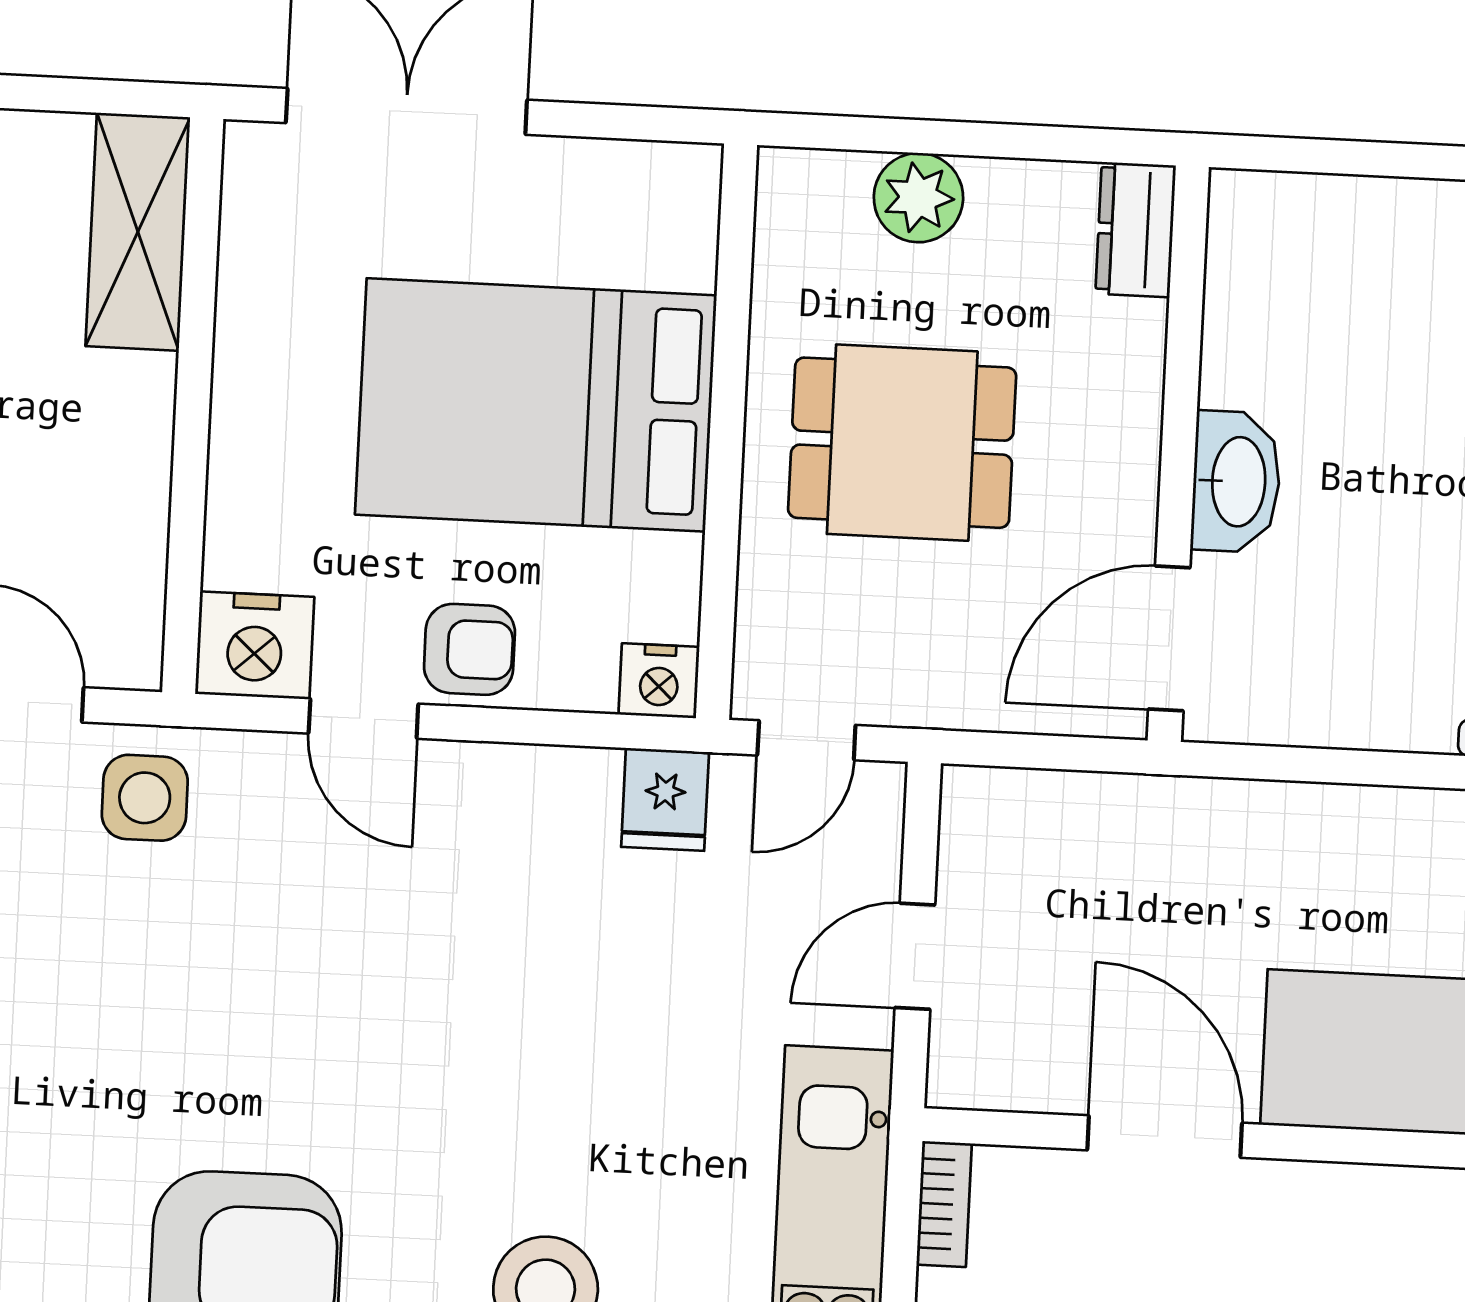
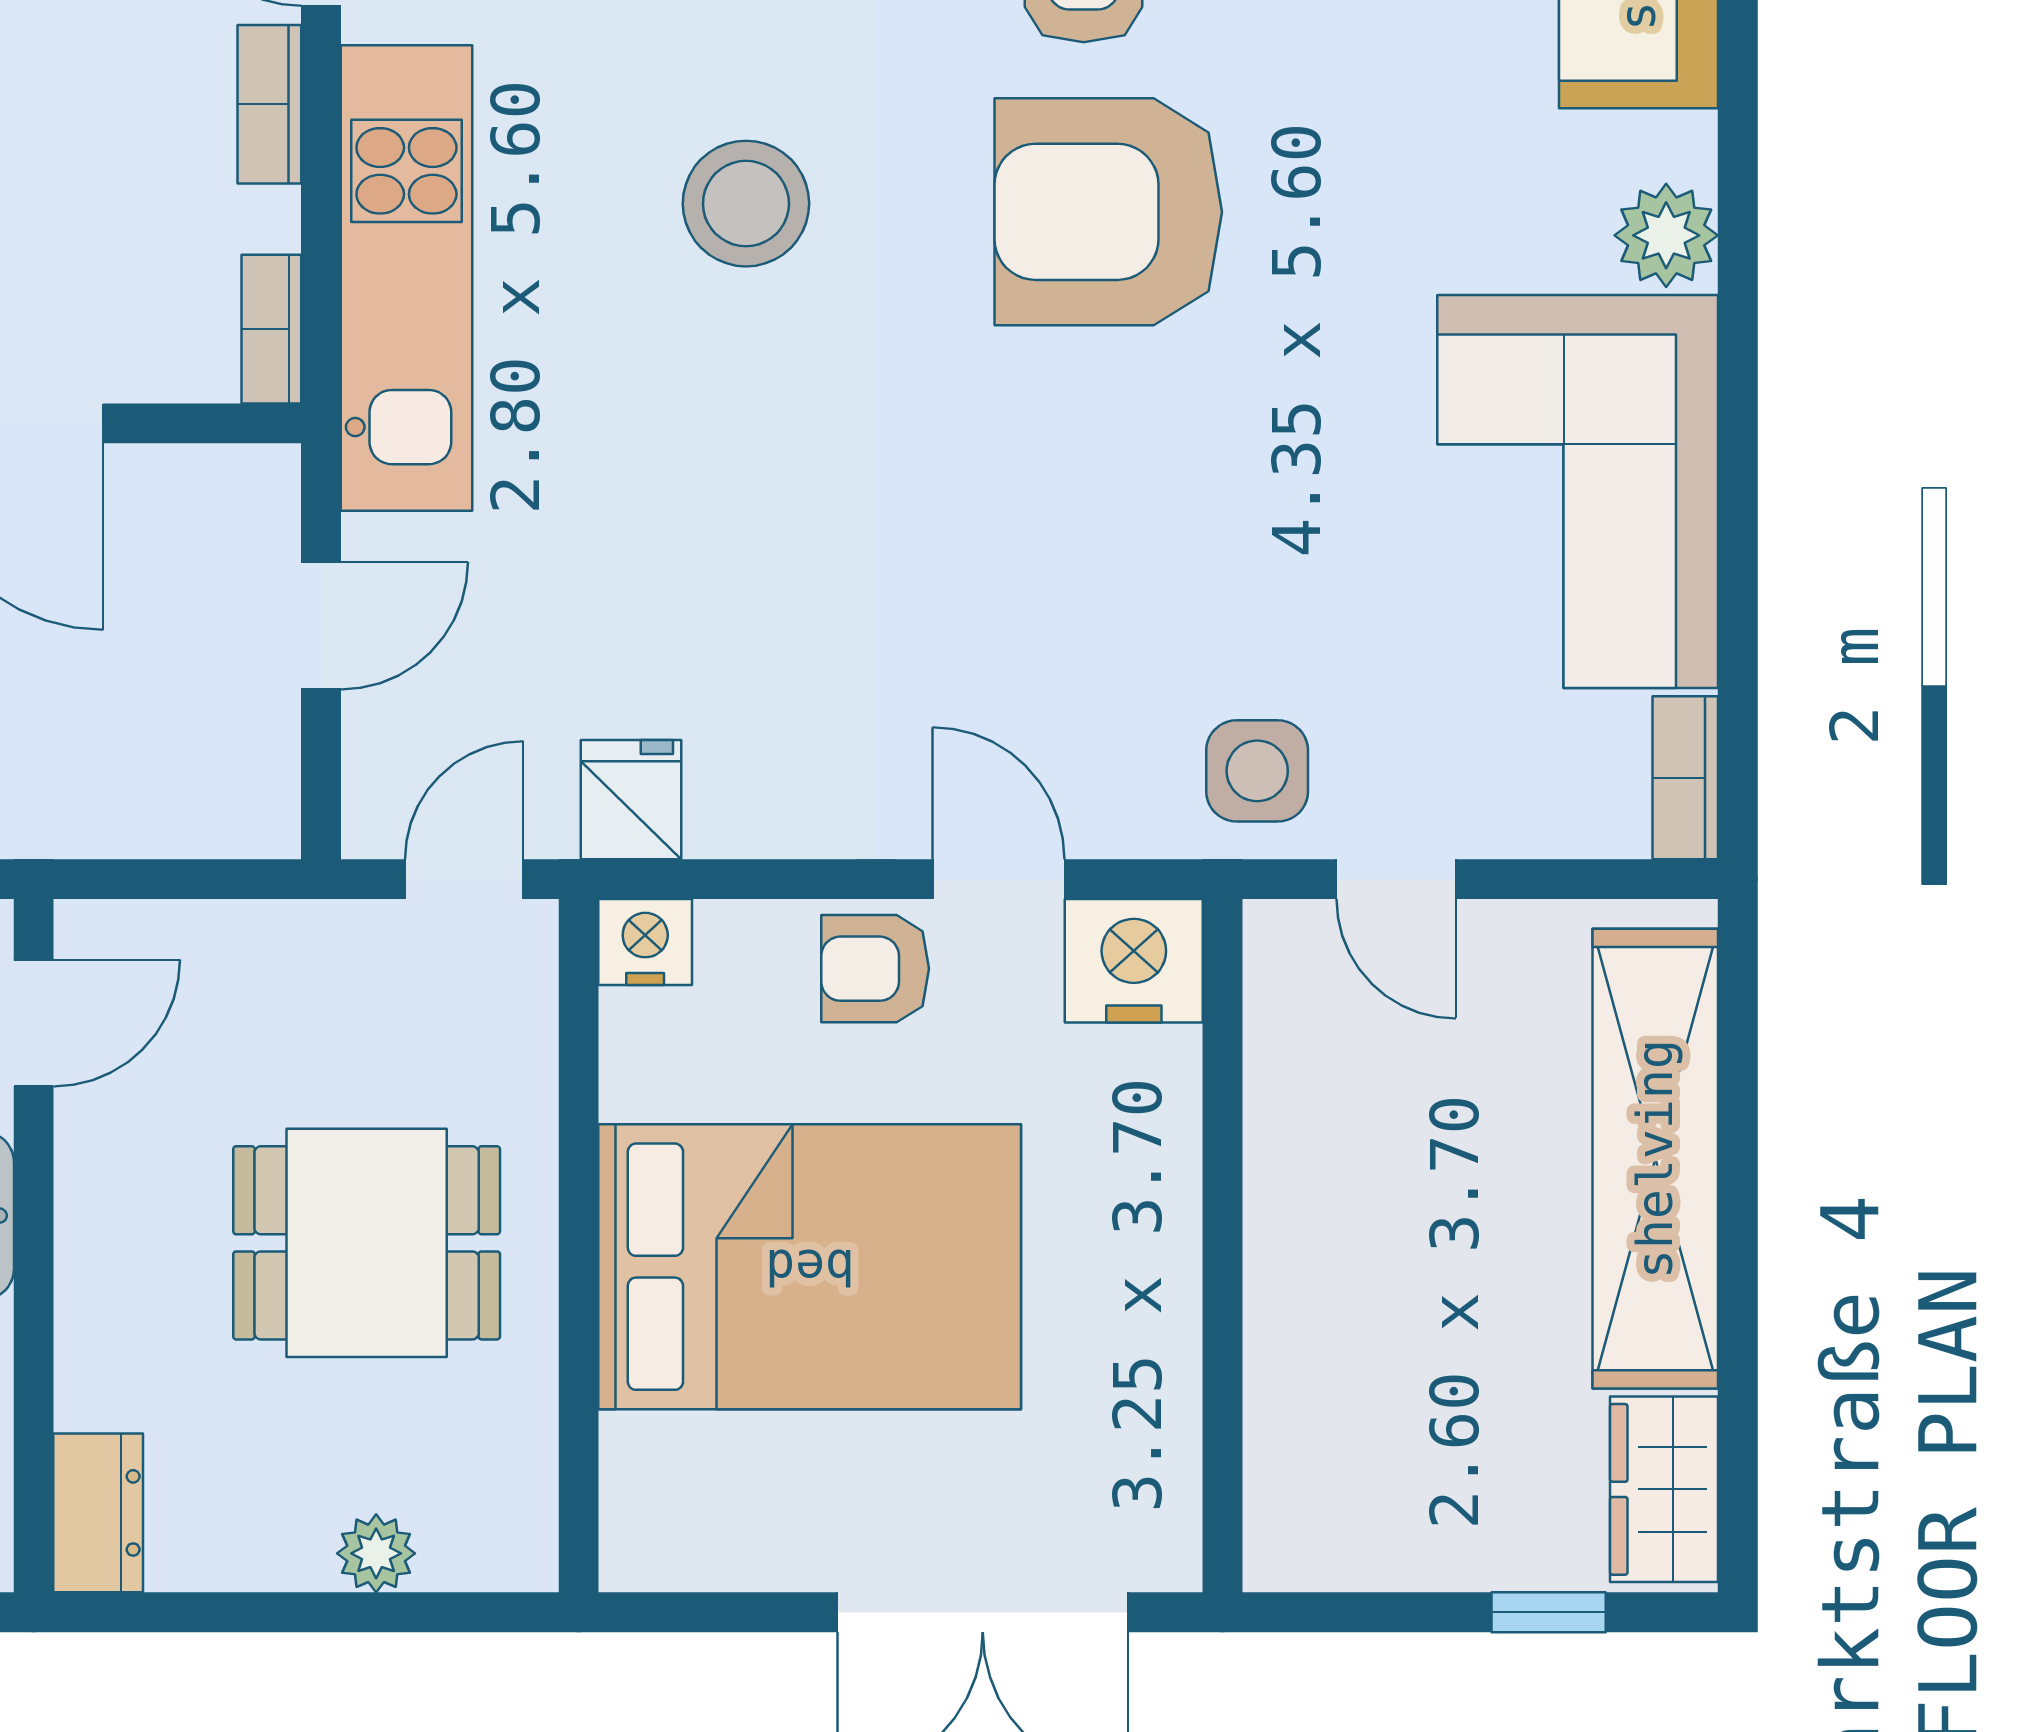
plant: (918, 198) -> (376, 1553), width x0.73, depth x0.73
shelving: (138, 232) -> (1299, 1452), removed
door: (1169, 638) -> (34, 1023), width x0.73

